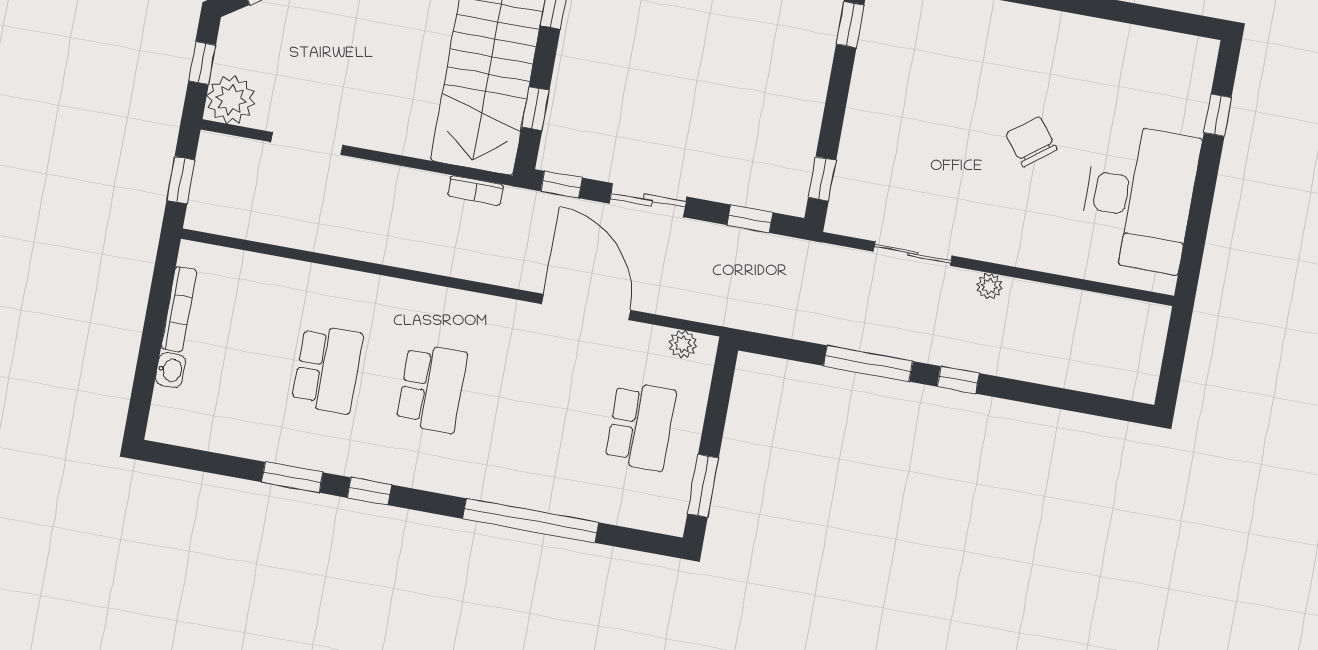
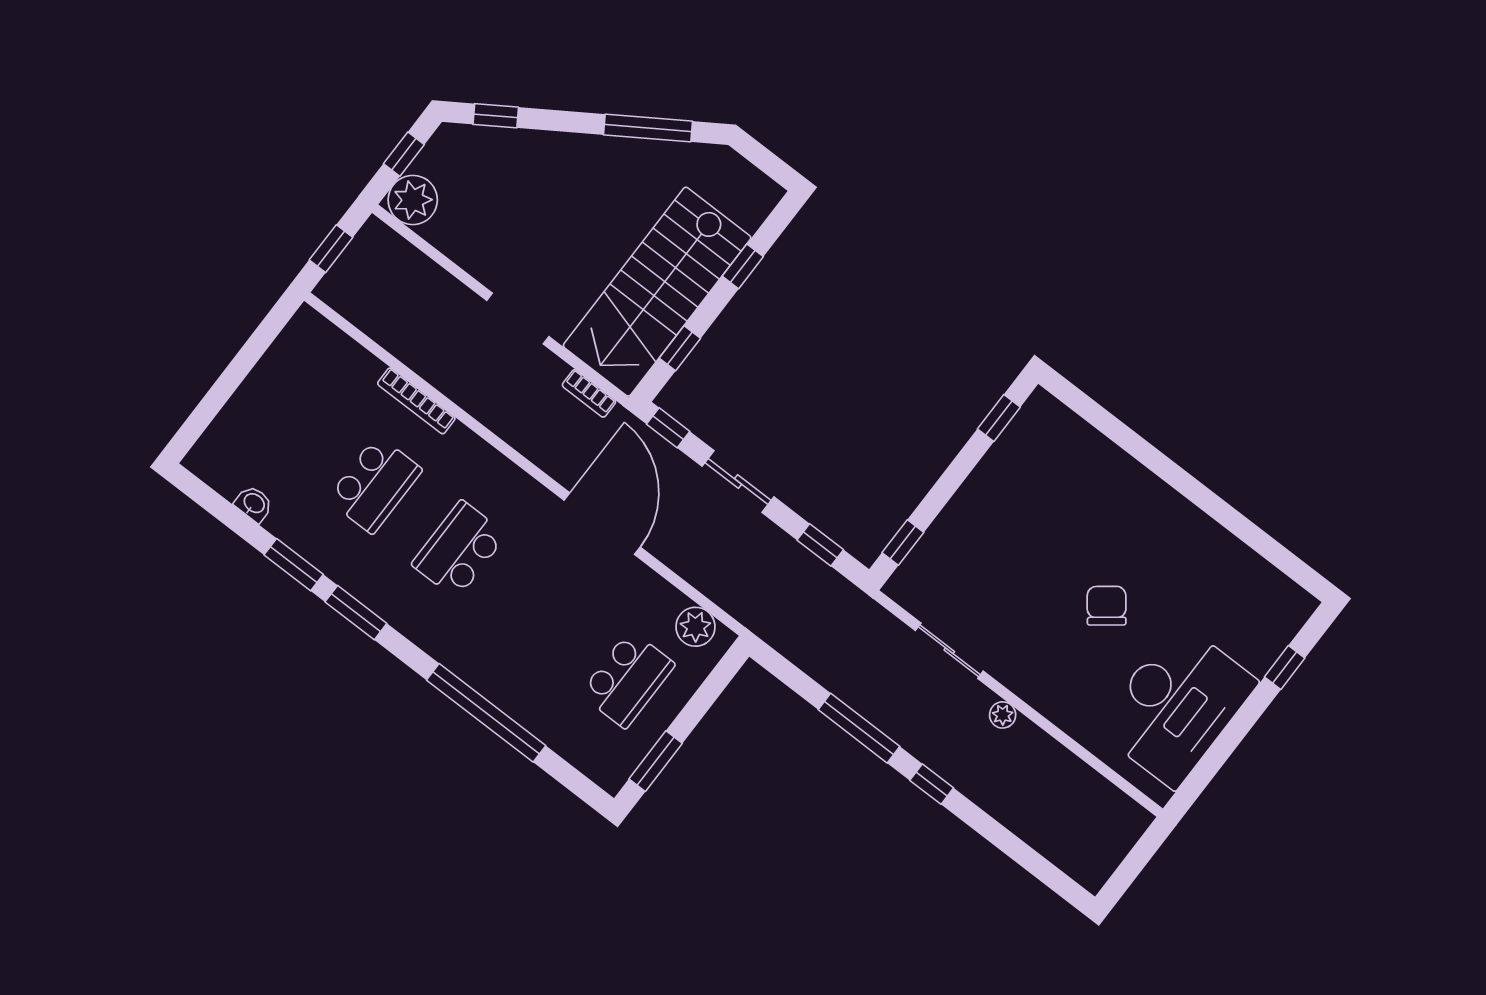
doorway: (307, 144) -> (518, 318), moved
door: (586, 307) -> (602, 524), moved
bookcase: (179, 309) -> (416, 401), moved, turned 90
plant: (683, 344) -> (695, 627), width x1.38, depth x1.38
washbasin: (171, 370) -> (254, 504), moved, turned -90
school desk: (432, 388) -> (459, 549), turned 180
window: (369, 491) -> (356, 613), width x1.50

